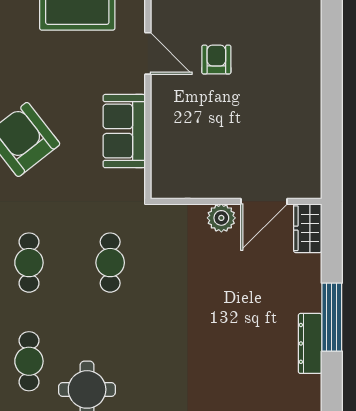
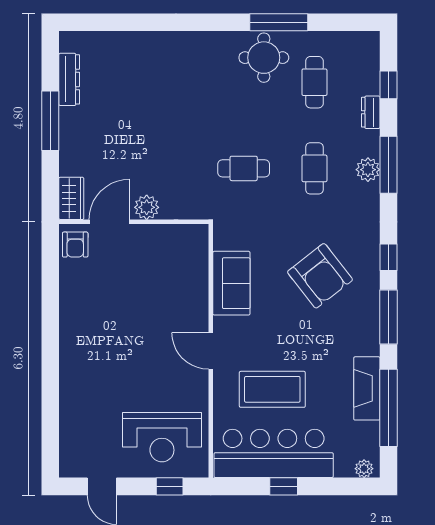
armchair: (216, 60) -> (75, 245), moved
cafe table: (110, 263) -> (244, 168), turned 90
dresser: (310, 343) -> (69, 79), moved

